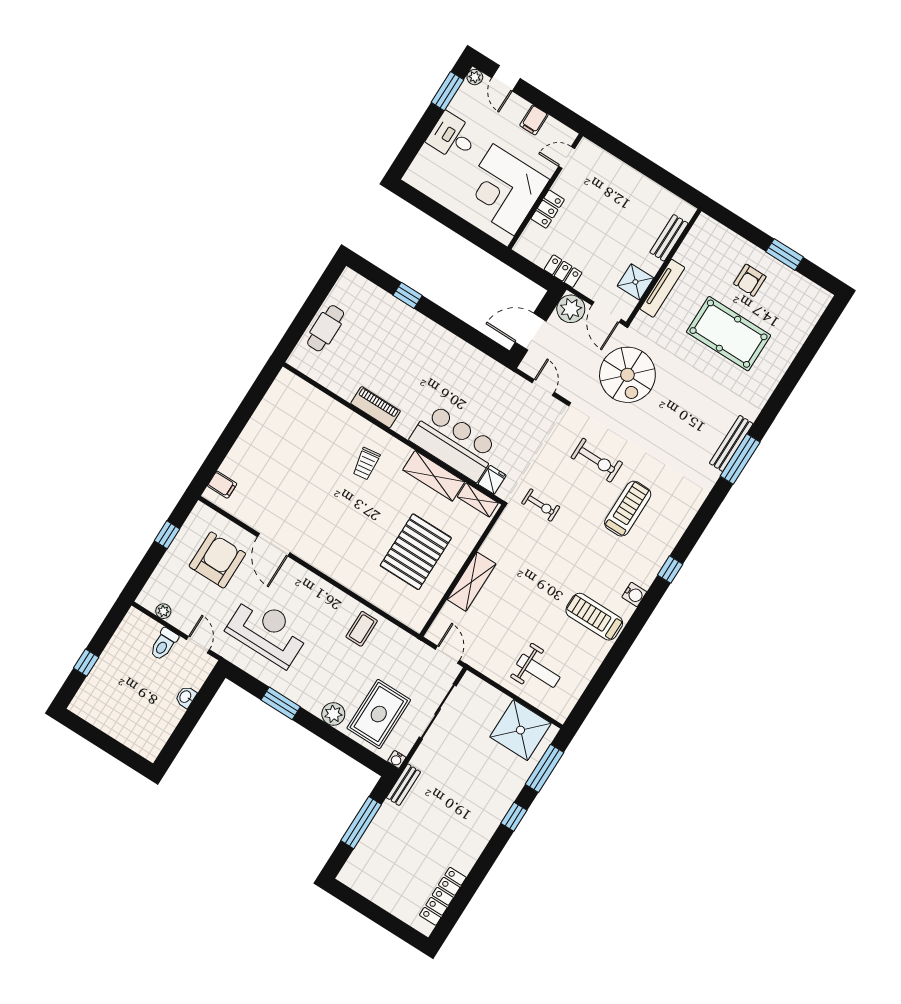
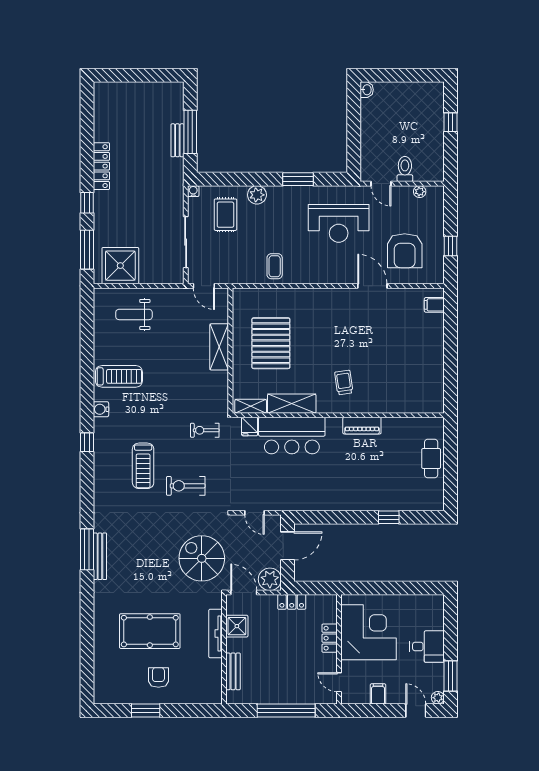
door: (567, 157) -> (339, 682), swing flipped
window: (640, 163) -> (286, 710), added
washbasin: (186, 697) -> (367, 90), moved
rug: (379, 714) -> (225, 215), width x0.73, depth x0.70
bench: (403, 785) -> (177, 140), moved
locker: (443, 896) -> (101, 166), moved

